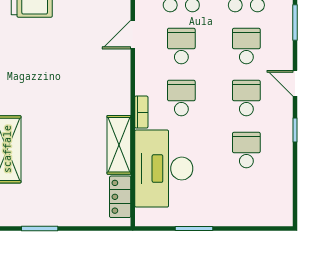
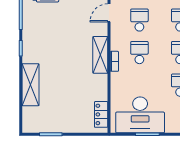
shelving: (119, 145) -> (100, 55), moved
desk: (164, 169) -> (140, 115), moved, turned -90

